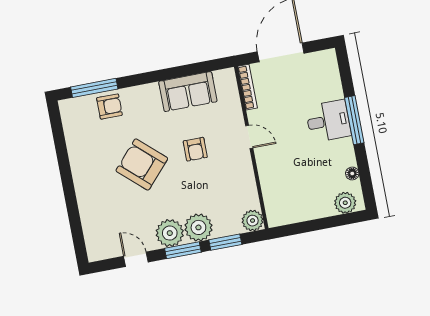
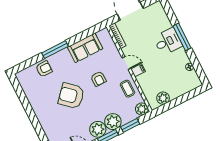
window: (94, 88) -> (55, 50), moved
filing cabinet: (265, 154) -> (138, 70), added
coffee table: (239, 180) -> (127, 89), added
plant: (345, 203) -> (163, 98), moved

